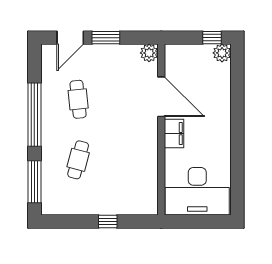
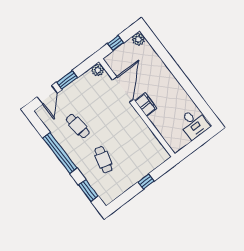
window: (212, 38) -> (116, 43), moved
door: (161, 97) -> (123, 89), hinge flipped
window: (34, 182) -> (88, 190), width x0.69
desk: (197, 191) -> (194, 124), width x0.53, depth x0.77

